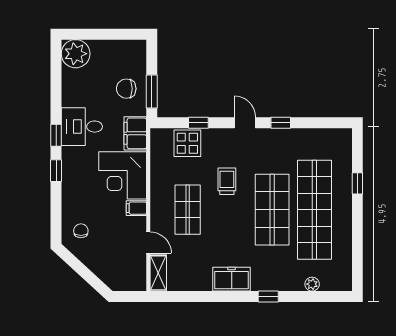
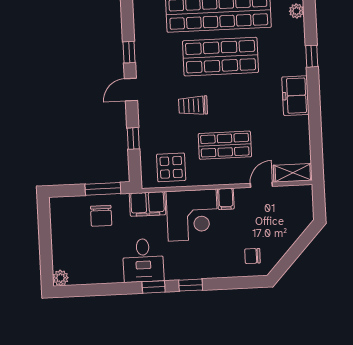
plant: (76, 54) -> (61, 278), width x0.53, depth x0.53
display table: (187, 143) -> (171, 167), moved

